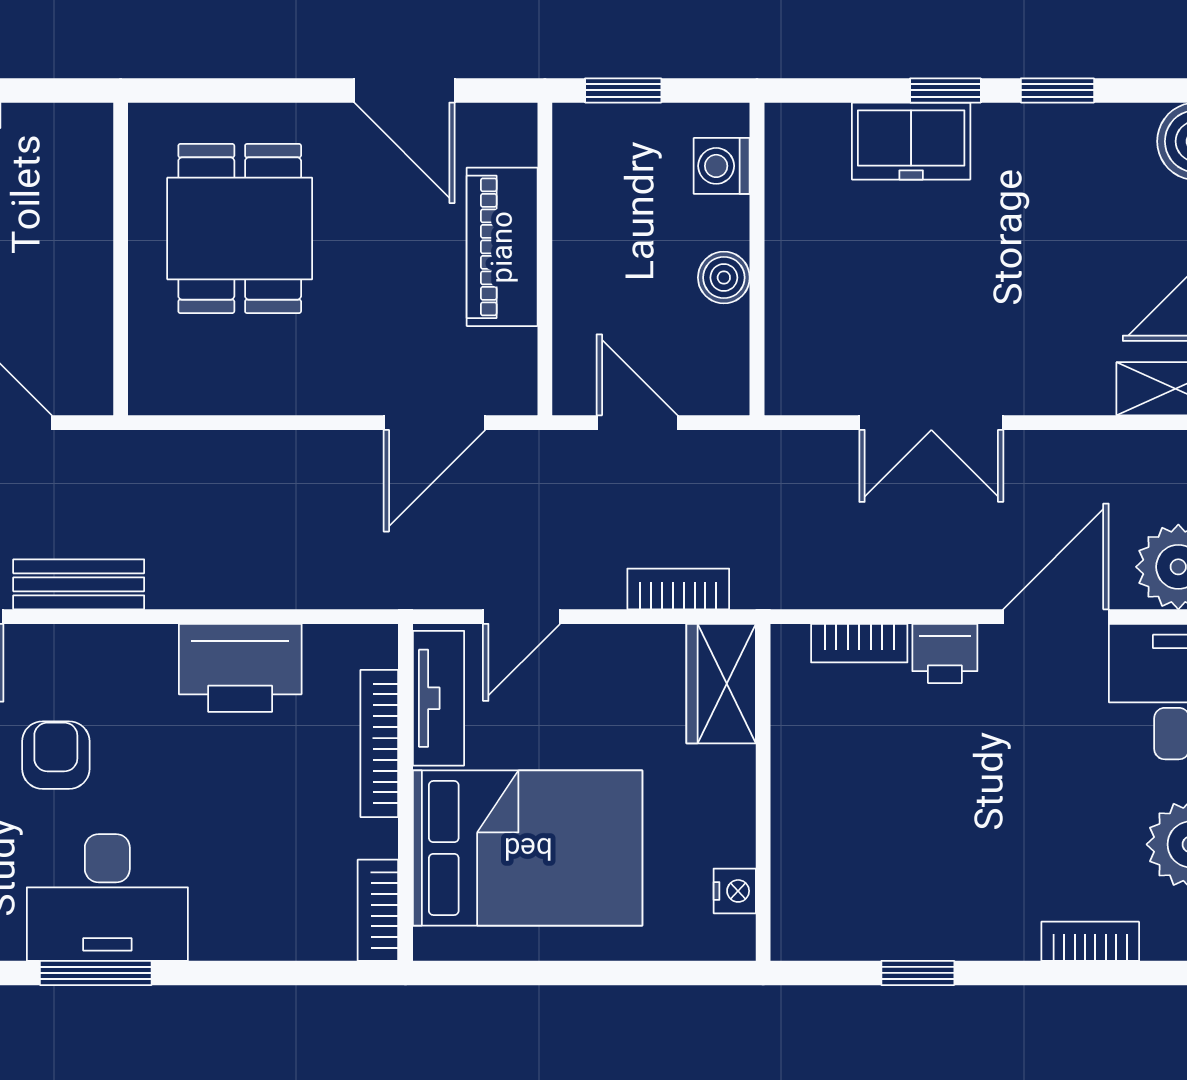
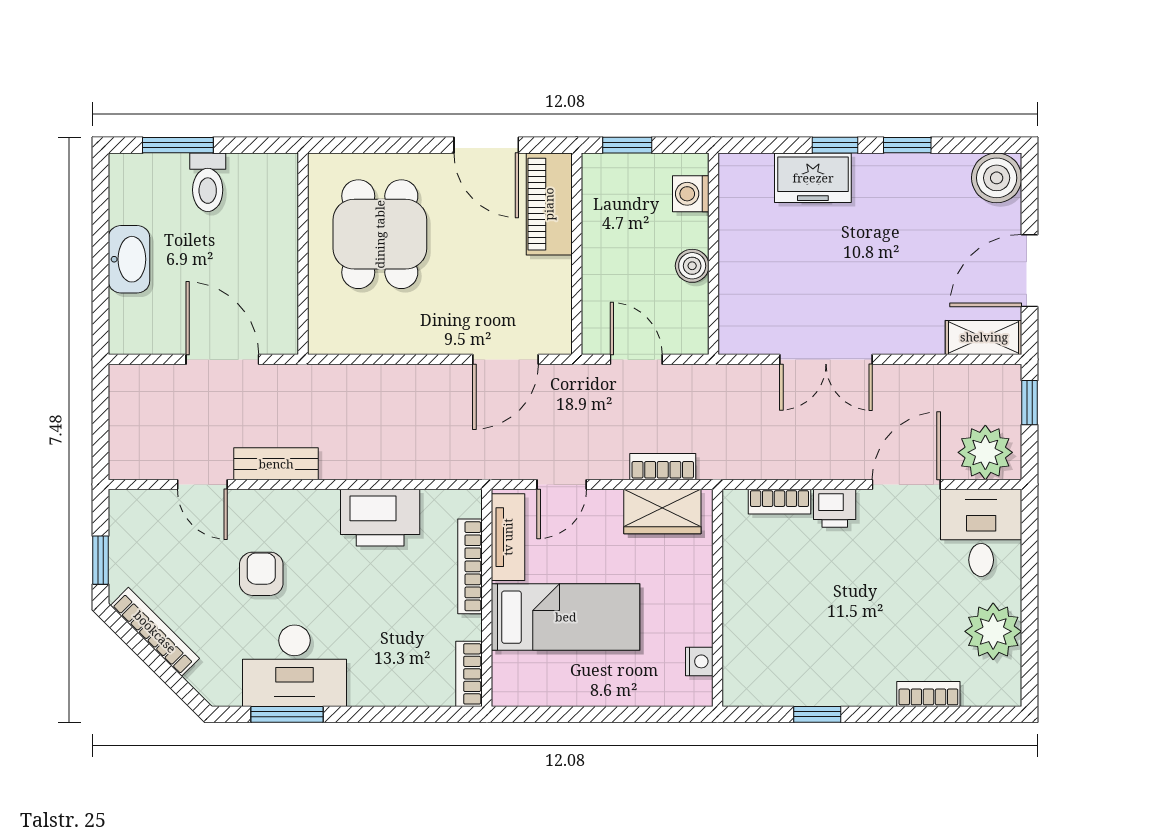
piano: (502, 247) -> (549, 204), moved
wardrobe: (721, 684) -> (662, 512), moved, turned -90
bed: (528, 848) -> (566, 617), width x0.67

